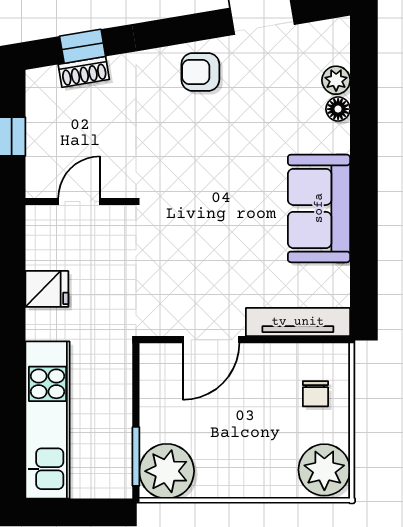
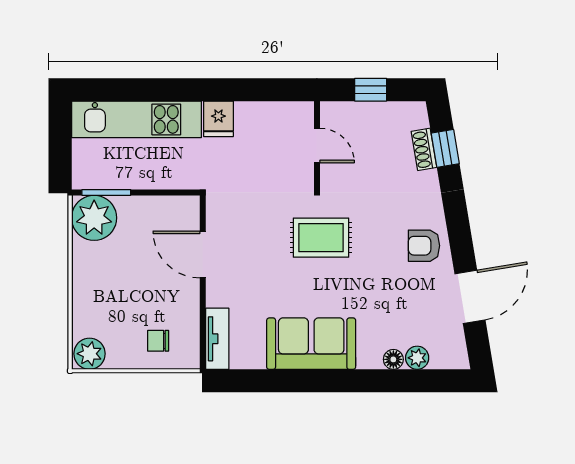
armchair: (200, 72) -> (424, 246), turned -90
rug: (191, 197) -> (321, 238), added
fridge: (47, 289) -> (218, 119), moved
tv unit: (298, 322) -> (217, 339), width x0.71
plant: (324, 470) -> (89, 354), width x0.73, depth x0.73

